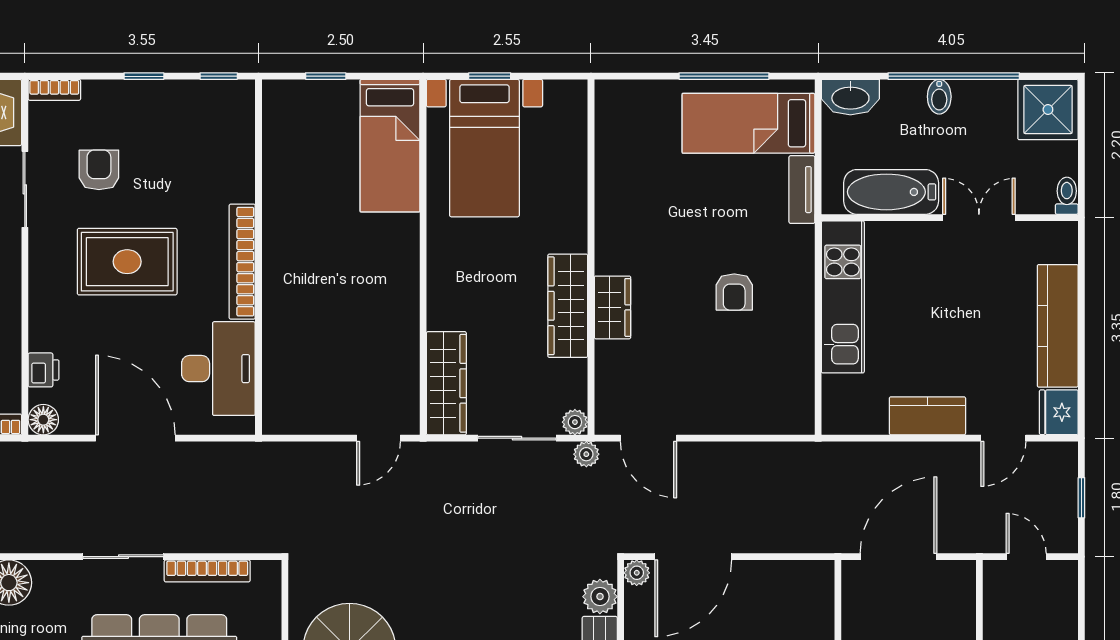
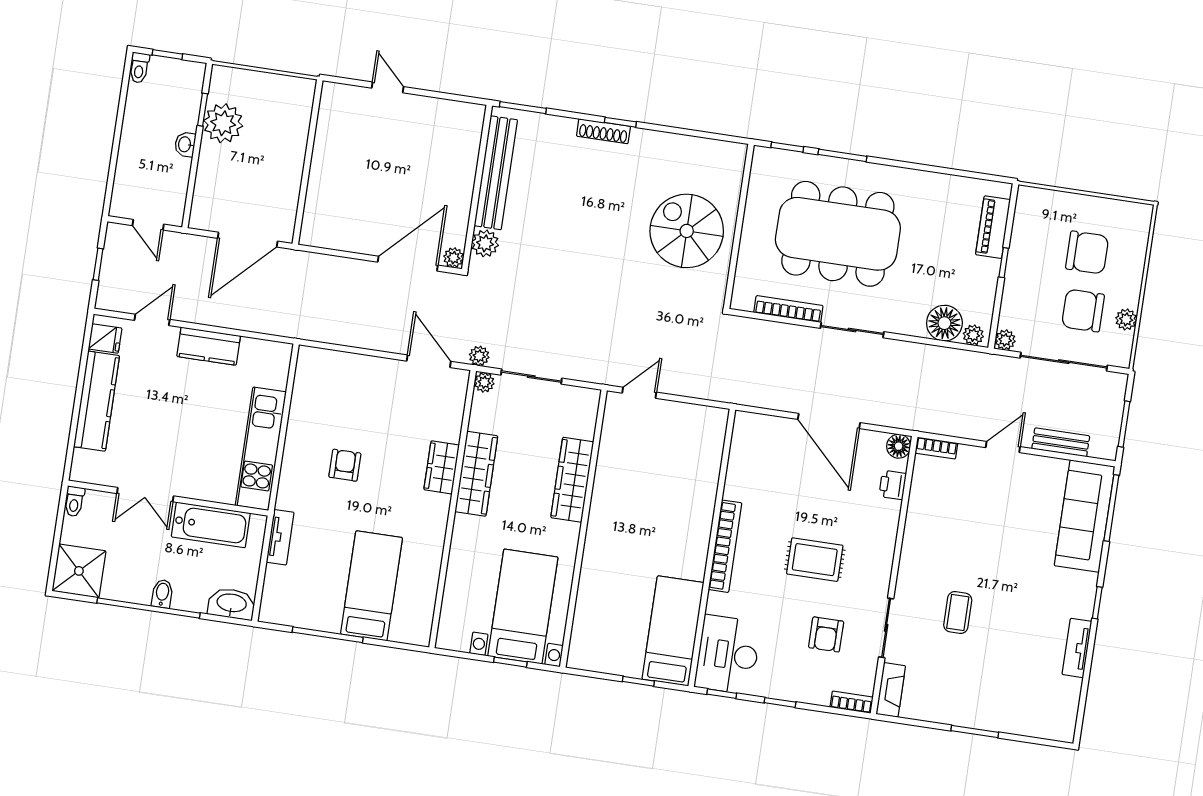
bed: (749, 123) -> (371, 586), moved, turned -90
bed: (390, 146) -> (673, 631), moved
rug: (127, 262) -> (815, 560), width x0.73, depth x0.70
desk: (218, 369) -> (728, 655), moved
wardrobe: (446, 383) -> (572, 480), moved
fridge: (1059, 412) -> (105, 338), width x0.72

